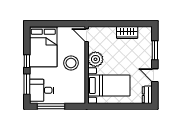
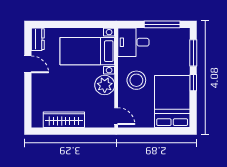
wardrobe: (127, 32) -> (64, 120), width x1.50
window: (155, 50) -> (28, 97), removed
desk: (42, 90) -> (133, 42), moved, turned 180

